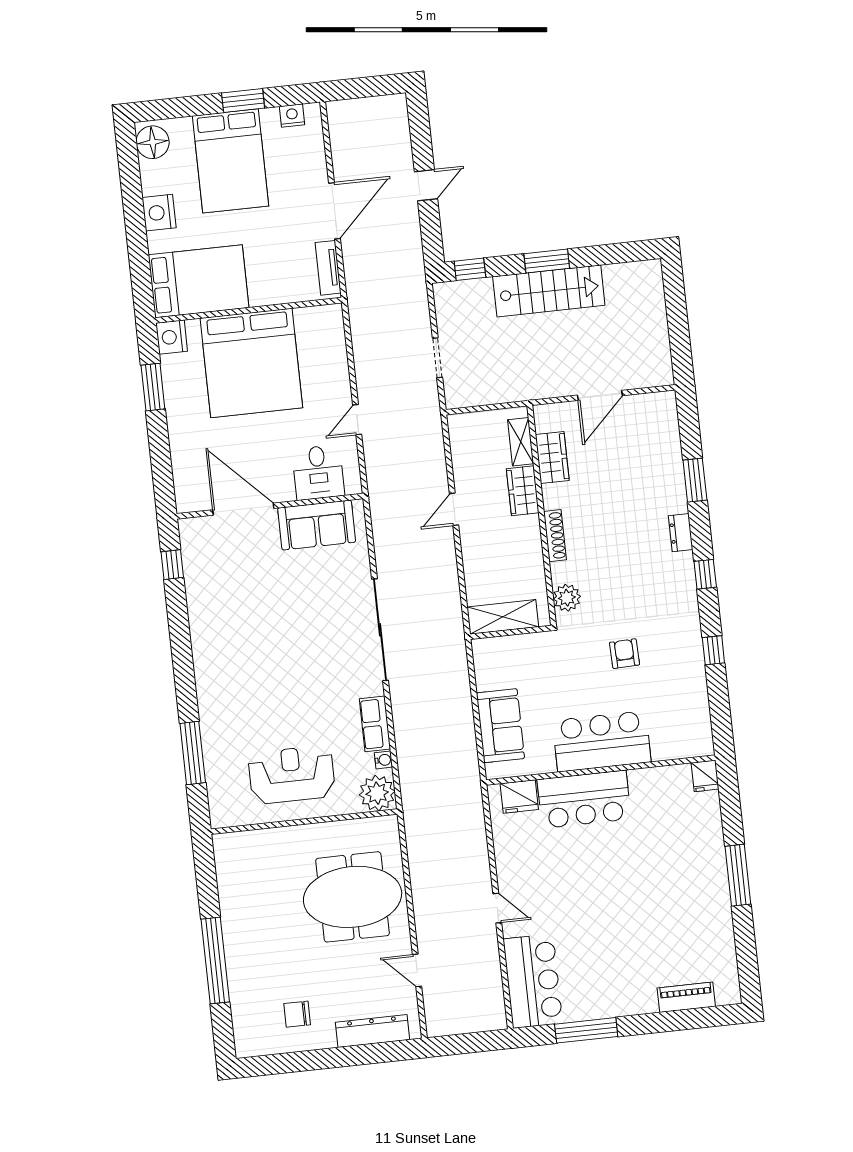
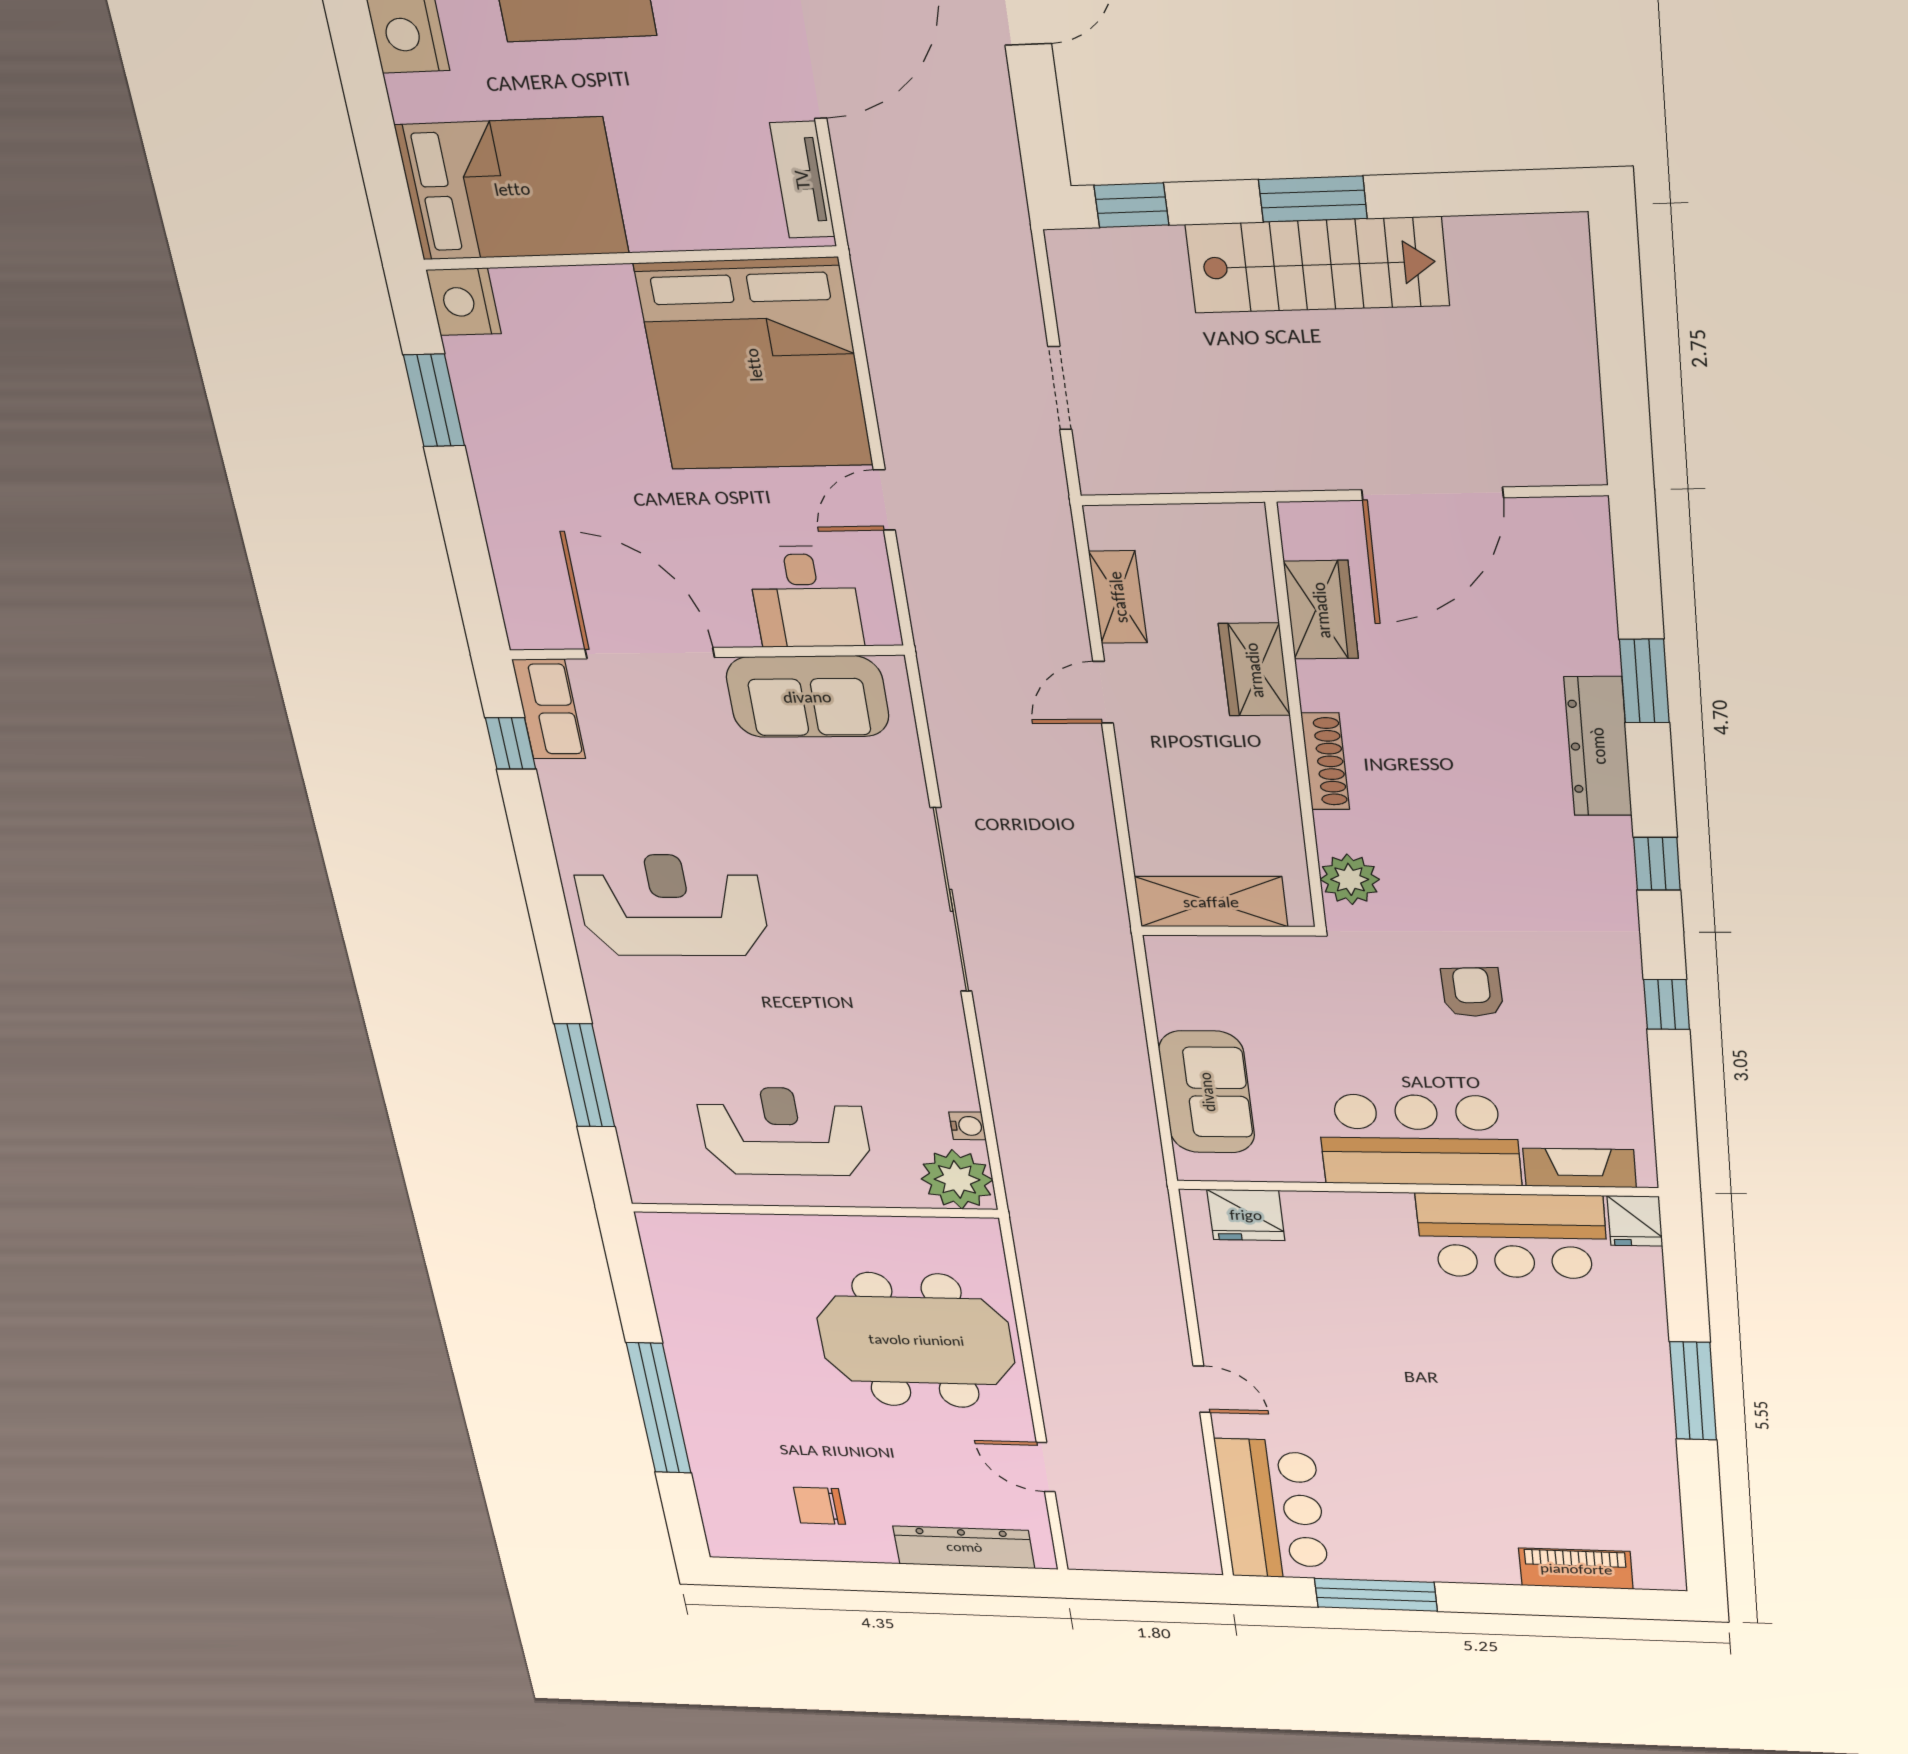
bed: (251, 363) -> (754, 365), moved
door: (600, 395) -> (1432, 494), width x1.36
shelving: (521, 442) -> (1118, 597), moved
dresser: (681, 533) -> (1598, 746), width x1.96, depth x1.24
reception desk: (244, 648) -> (671, 905), added
row of seats: (375, 724) -> (549, 709), moved, turned 180
fireplace: (678, 748) -> (1580, 1168), added
bar counter: (584, 799) -> (1512, 1236), moved

